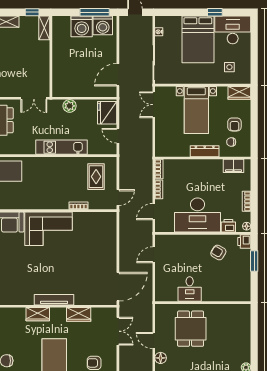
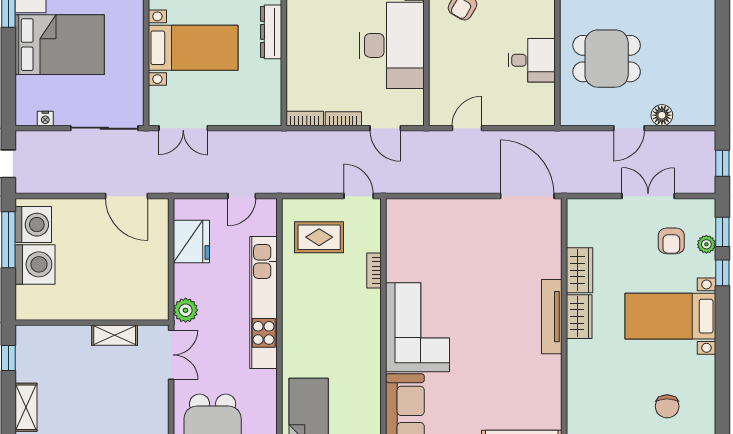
shelving: (44, 28) -> (115, 335), moved
plant: (70, 106) -> (186, 310), moved
fridge: (107, 113) -> (191, 241), moved, turned -90
kitchen unit: (62, 147) -> (264, 303), width x1.36
door: (154, 255) -> (467, 128), swing flipped
wardrobe: (38, 314) -> (579, 317), moved
double door: (118, 331) -> (648, 196), moved

